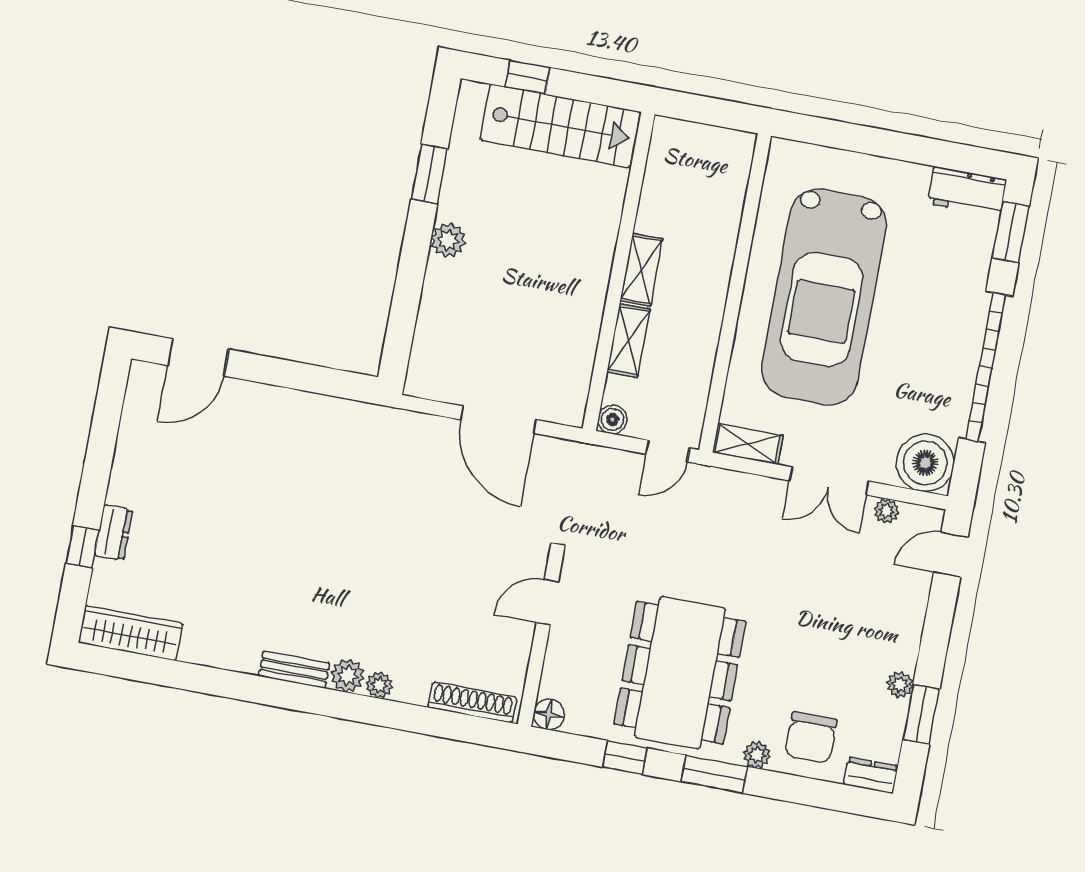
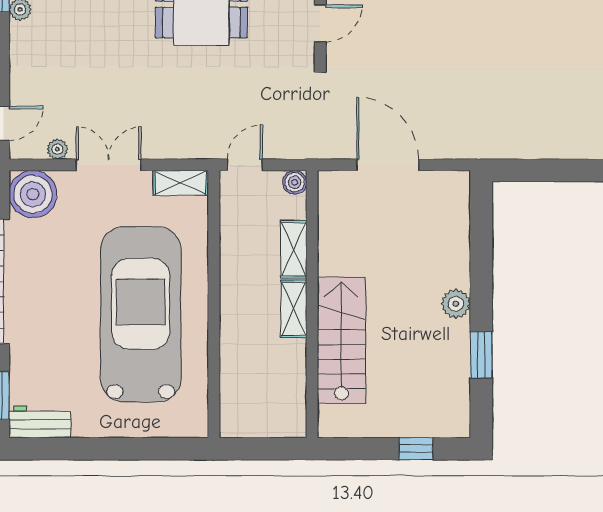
stairs: (560, 126) -> (341, 340), moved, turned 90

